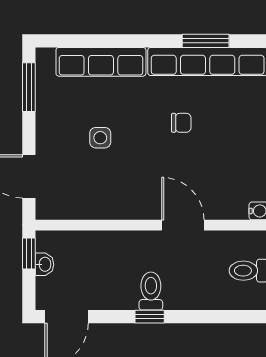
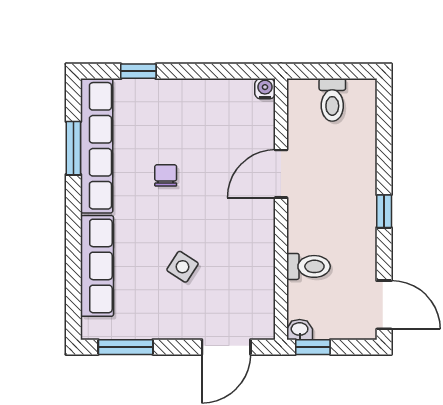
side table: (100, 138) -> (183, 267), turned 33
washbasin: (44, 264) -> (300, 330), moved
toilet: (151, 291) -> (308, 266), moved, turned 180

